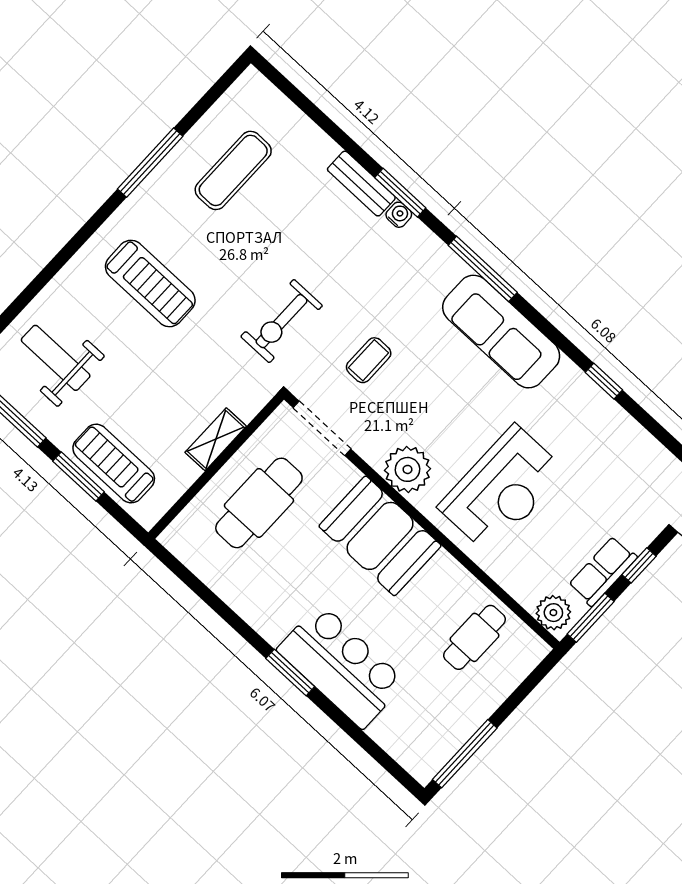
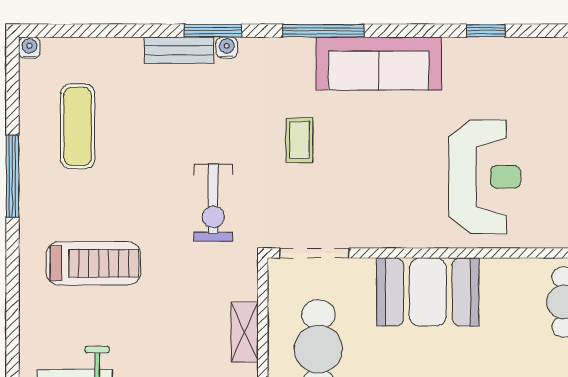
water cooler: (252, 78) -> (29, 48), added
coffee table: (369, 360) -> (299, 140), moved
plant: (408, 469) -> (403, 226), removed

